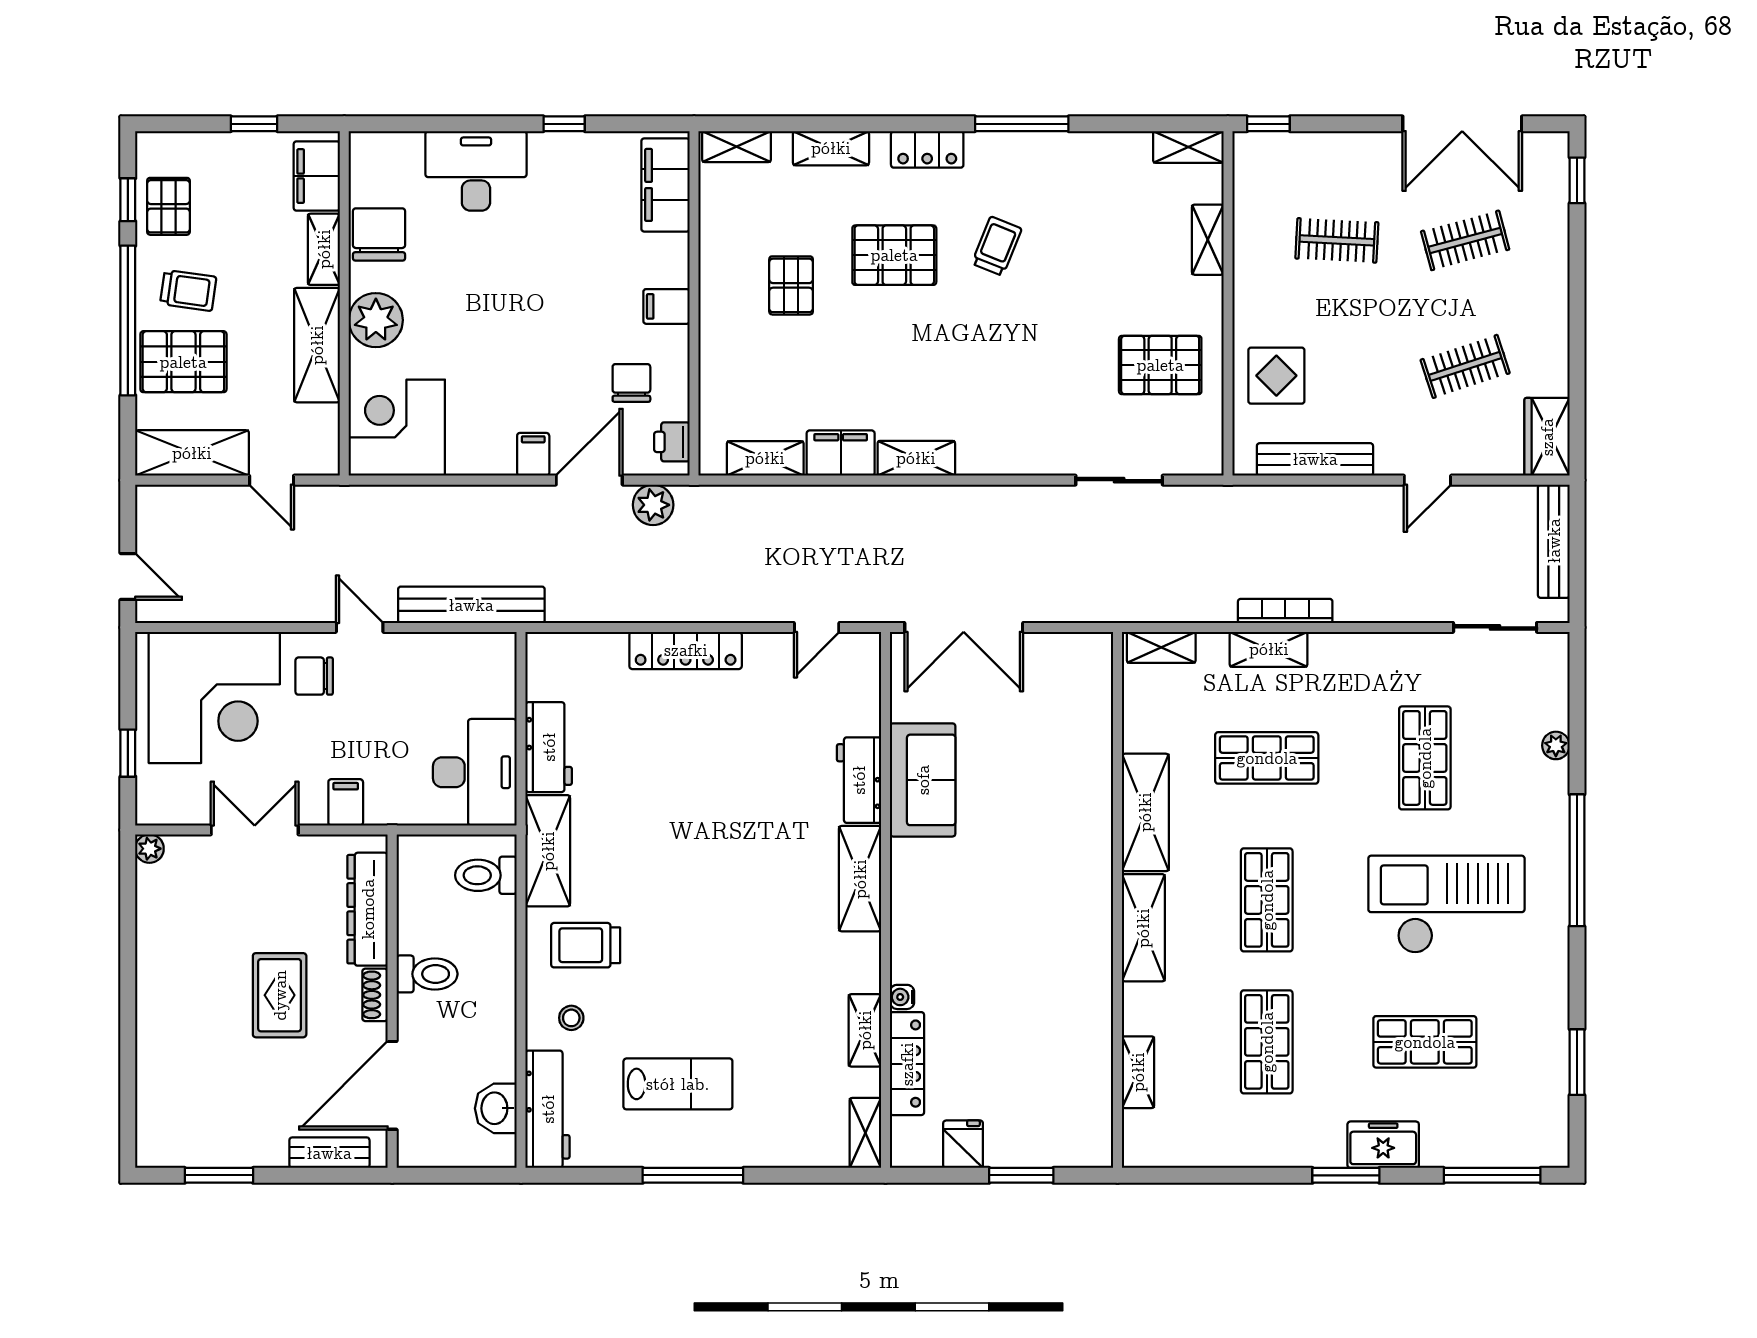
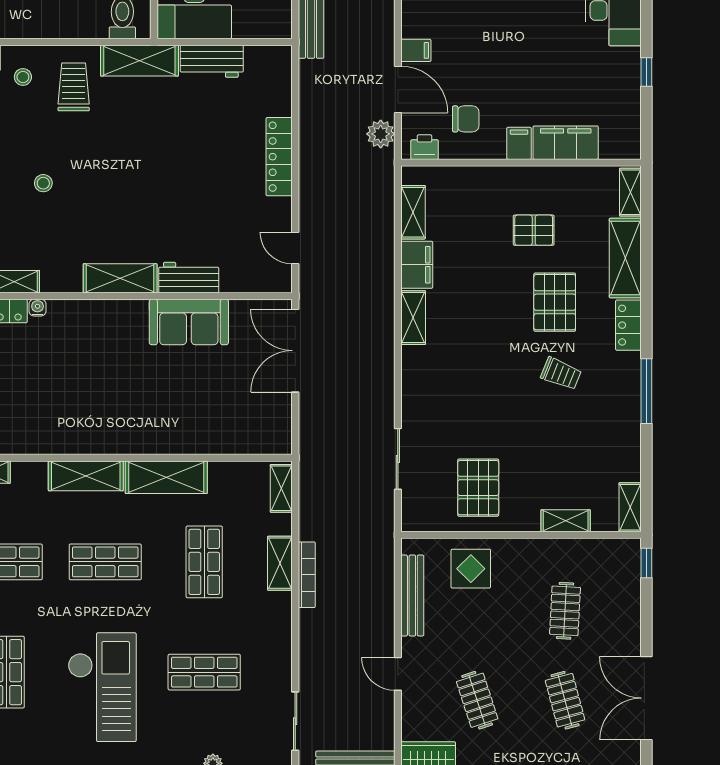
shelving: (831, 148) -> (625, 258), width x1.50, depth x1.33
filing cabinet: (666, 185) -> (566, 143), moved
stool: (724, 989) -> (43, 183), added

